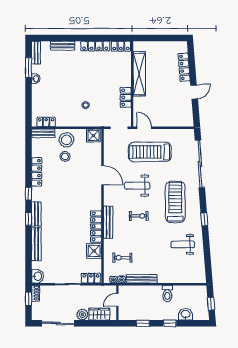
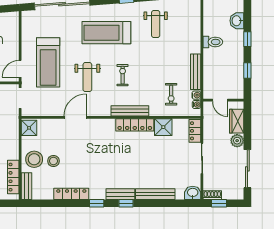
locker: (46, 122) -> (13, 177), width x1.53

